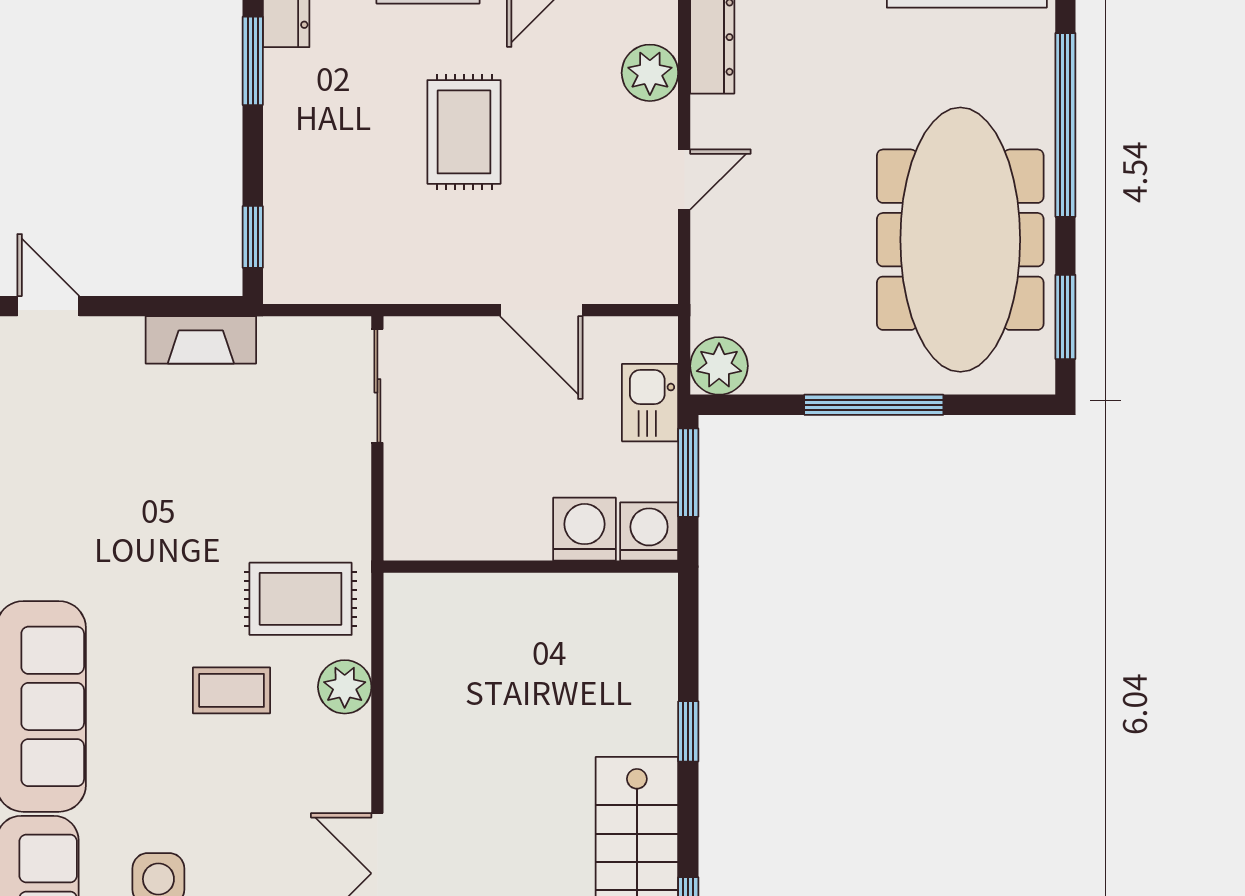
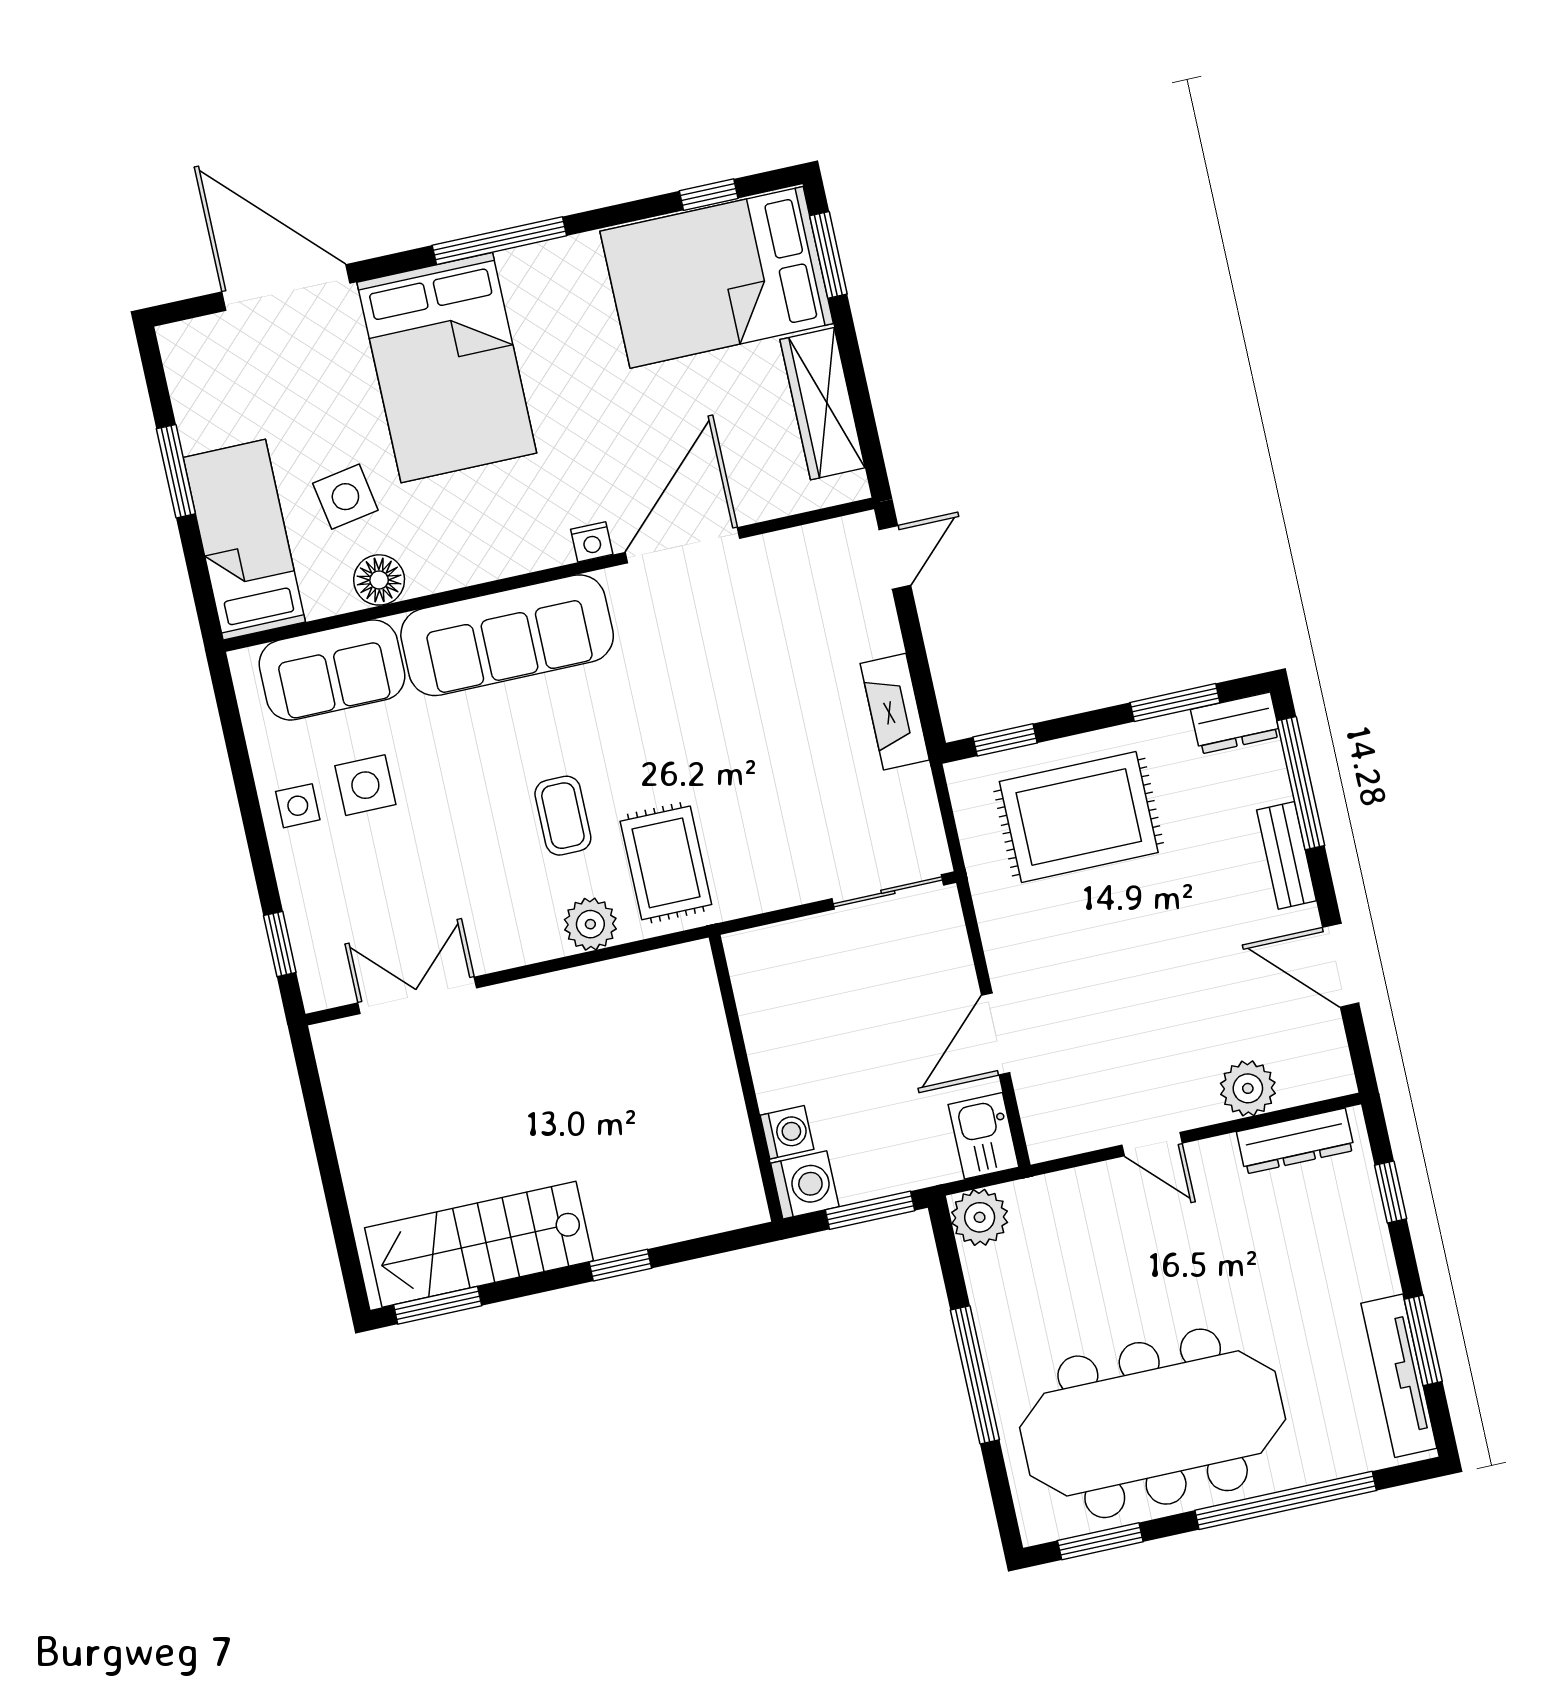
rug: (464, 132) -> (1079, 817), moved, width x1.36, depth x1.43
kitchen sink: (650, 403) -> (983, 1136), moved, turned -90
washing machine: (585, 529) -> (787, 1132), width x0.73, depth x0.73

